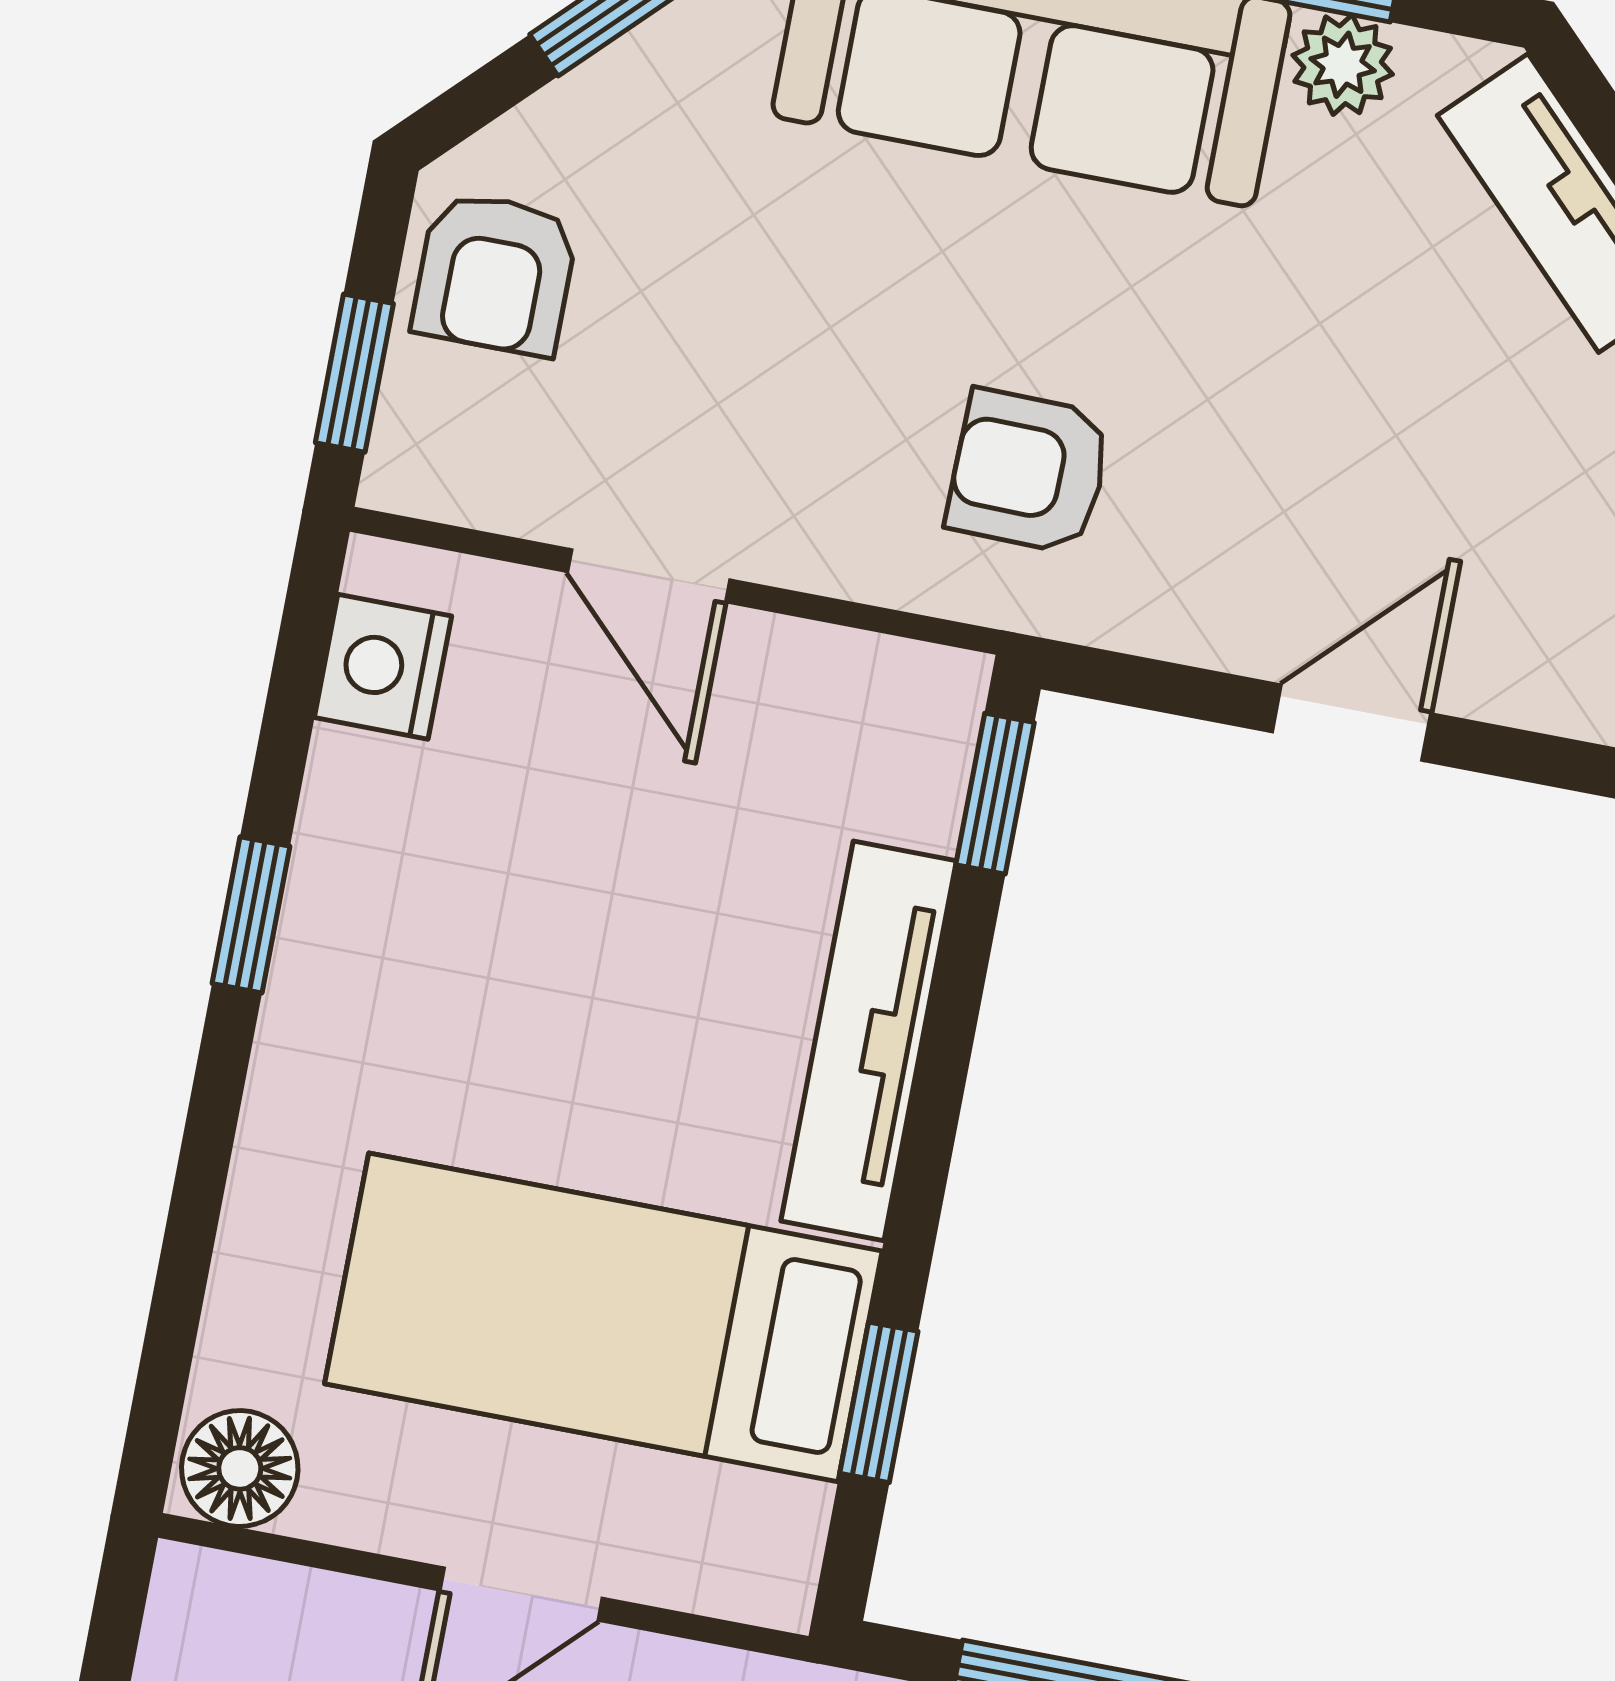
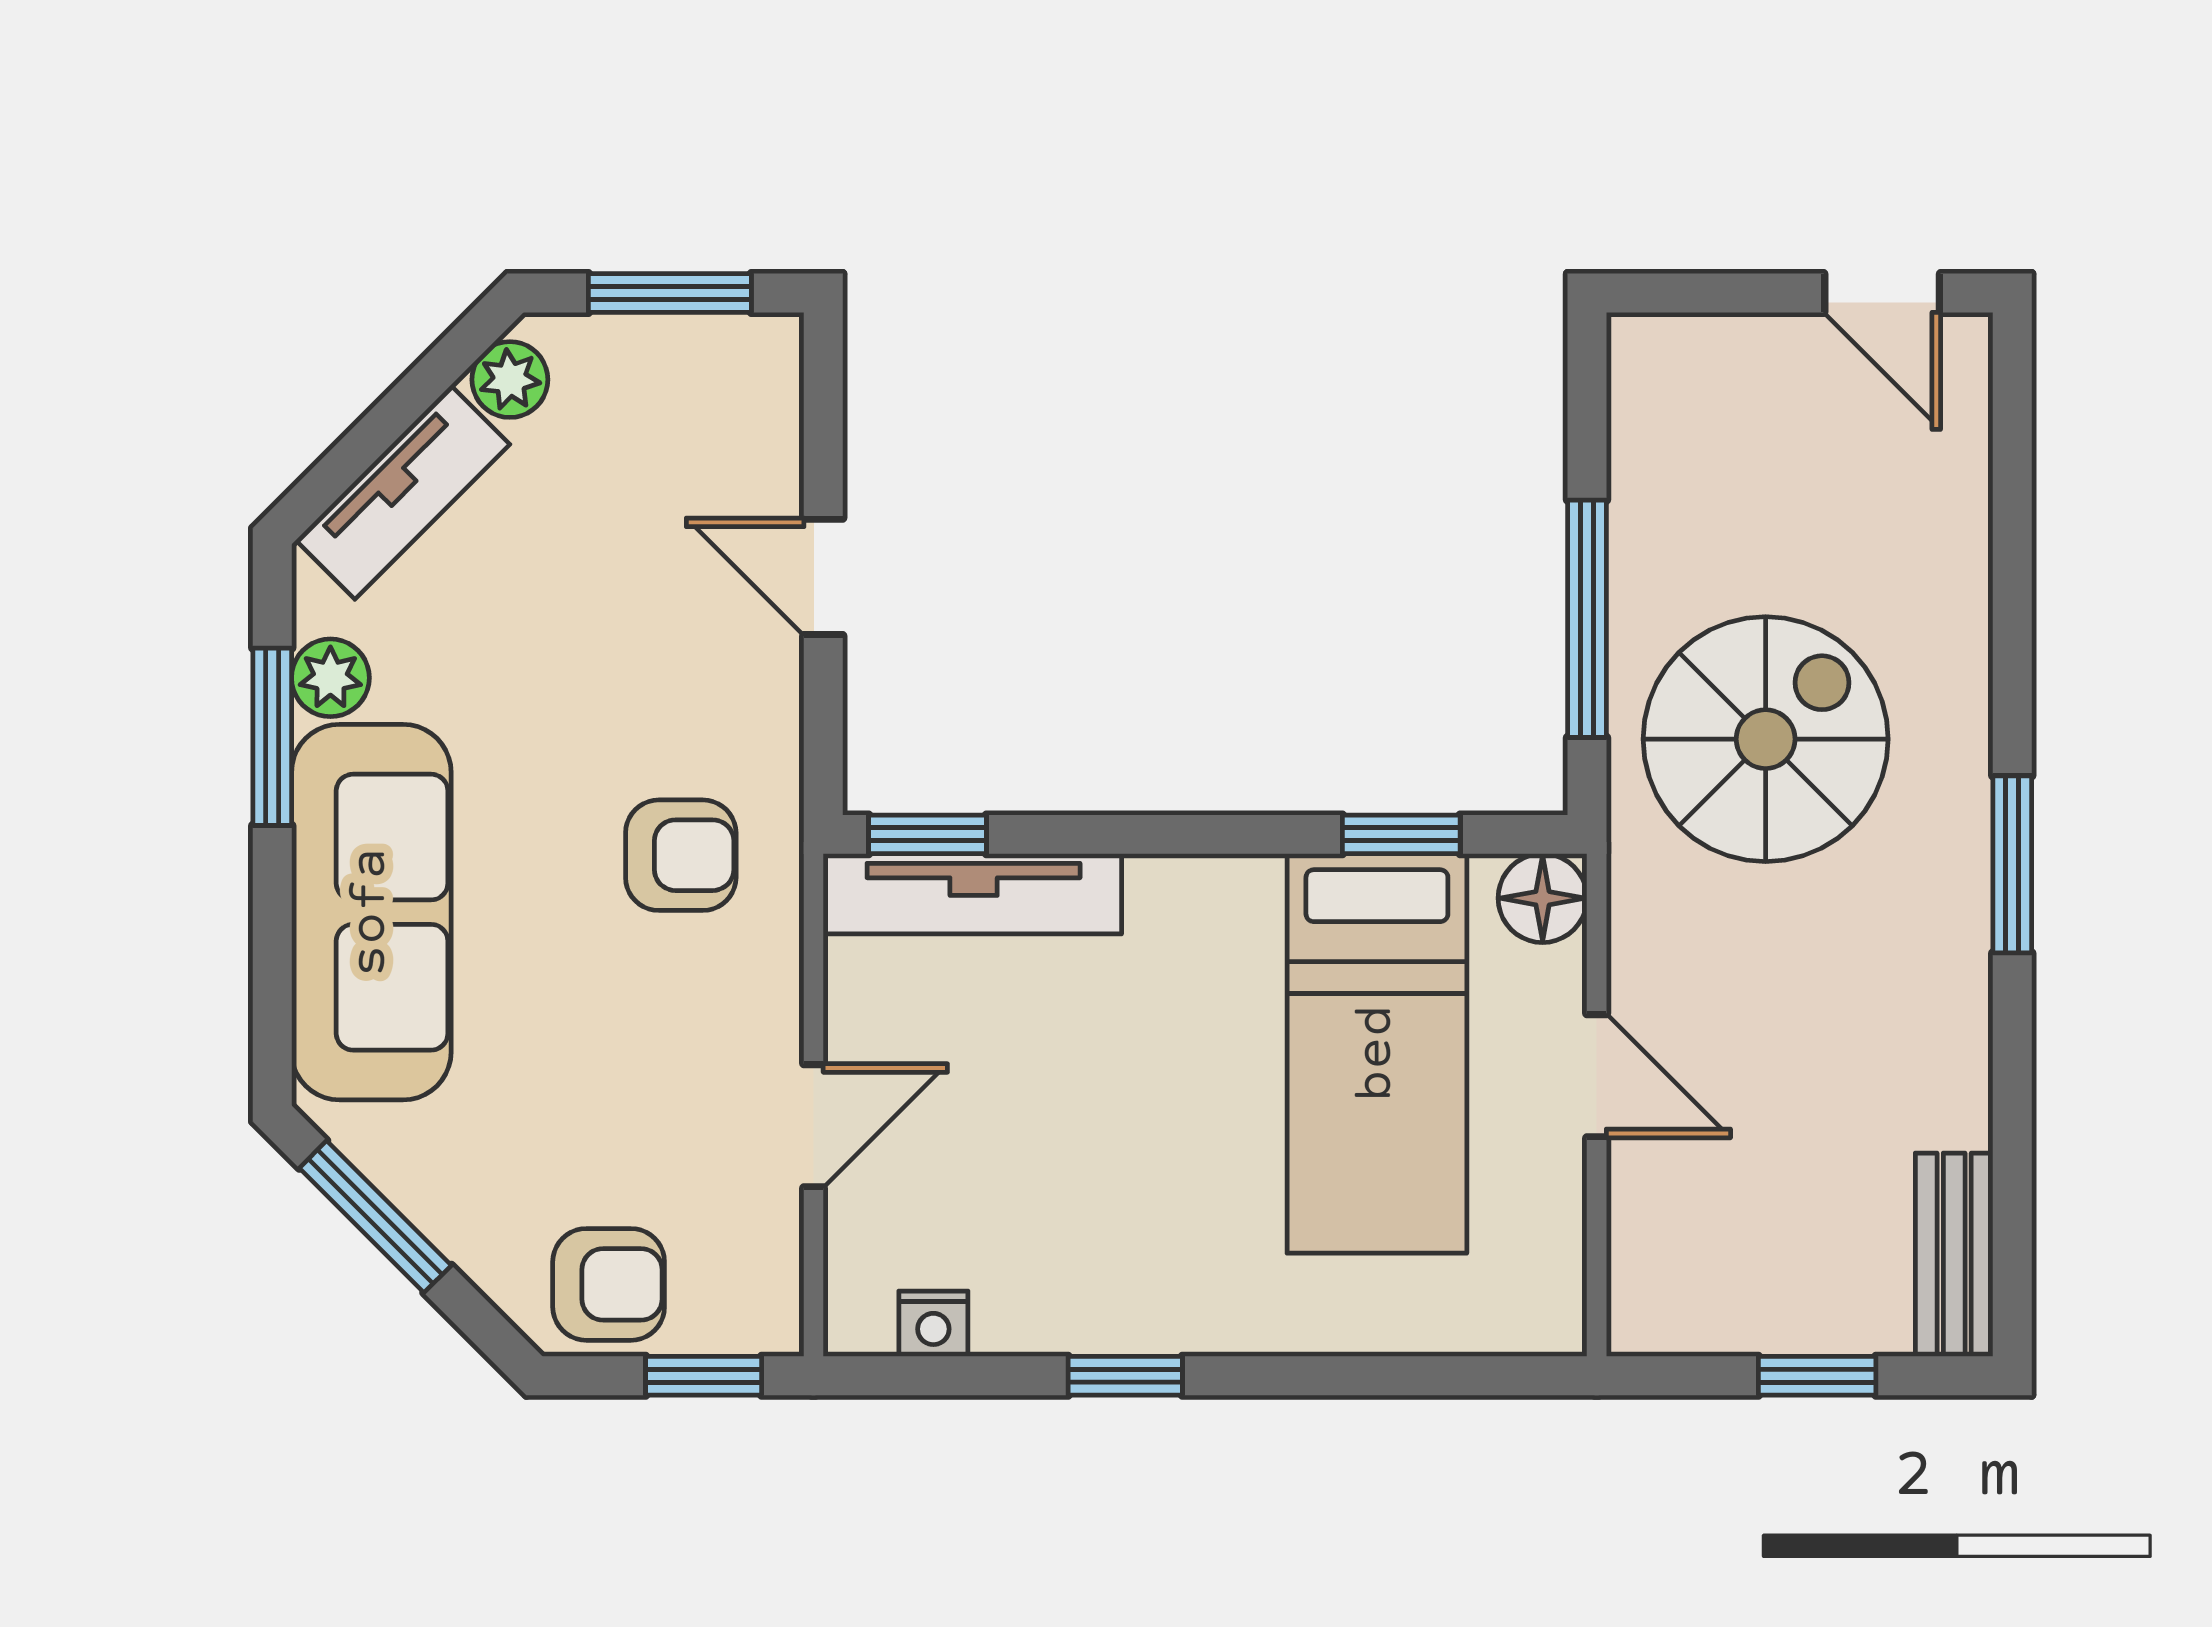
armchair: (1029, 471) -> (681, 855), turned -91
nightstand: (383, 667) -> (933, 1324), width x0.72, depth x0.74
tv unit: (869, 1041) -> (974, 894), moved
floor lamp: (240, 1468) -> (1543, 898), moved

